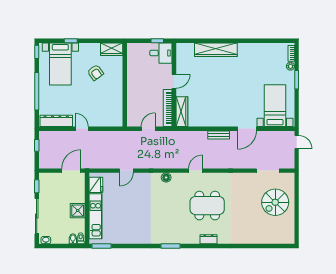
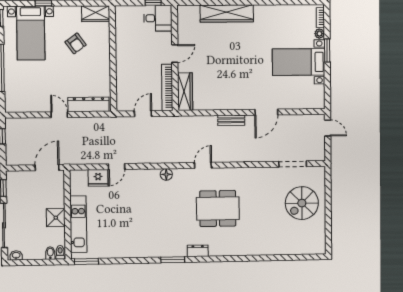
bed with nightstands: (275, 106) -> (299, 62), moved, turned -90
dresser: (56, 121) -> (88, 104), moved
fridge: (96, 185) -> (98, 178), moved, turned 90
dresser: (208, 239) -> (198, 251), moved

